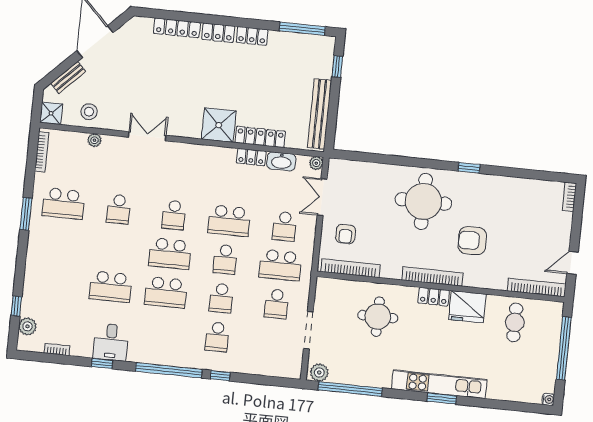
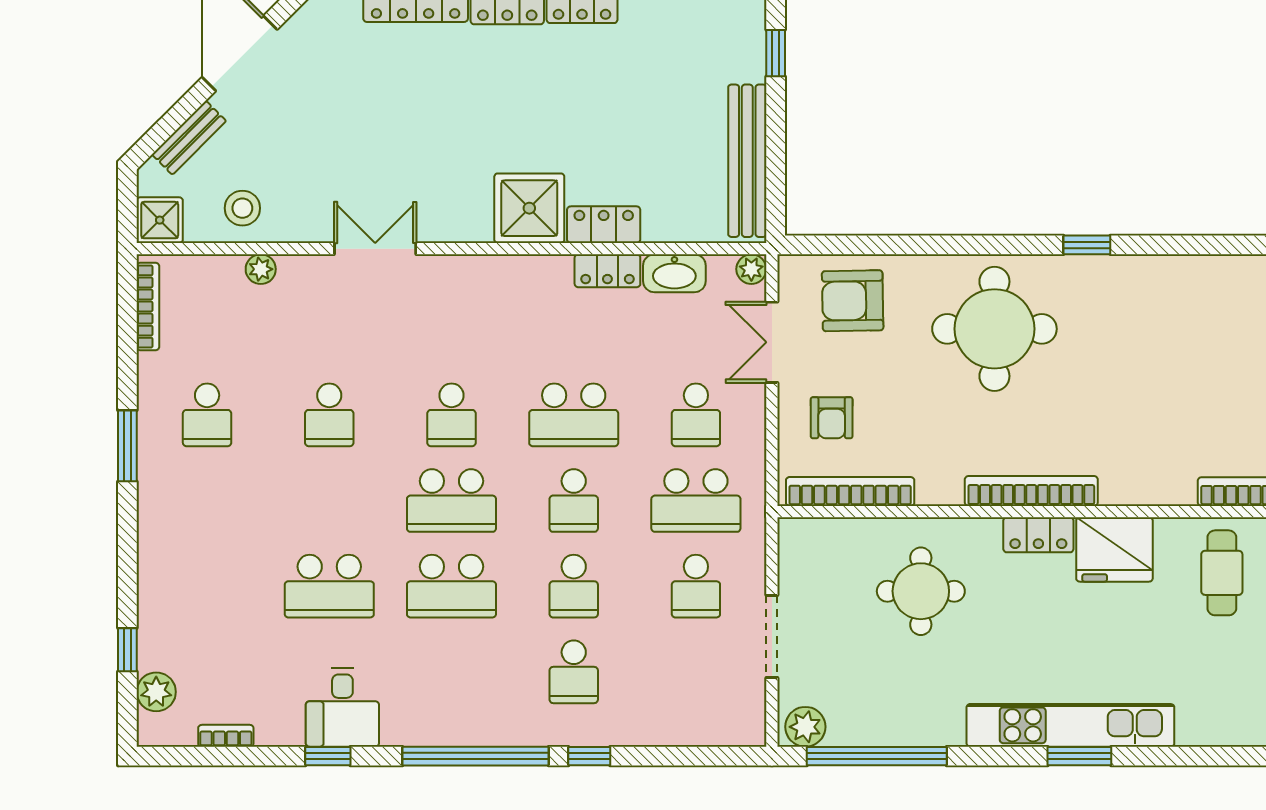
locker: (260, 137) -> (604, 225), width x0.66
school desk: (63, 204) -> (207, 415), width x0.54
armchair: (472, 241) -> (853, 301), moved

